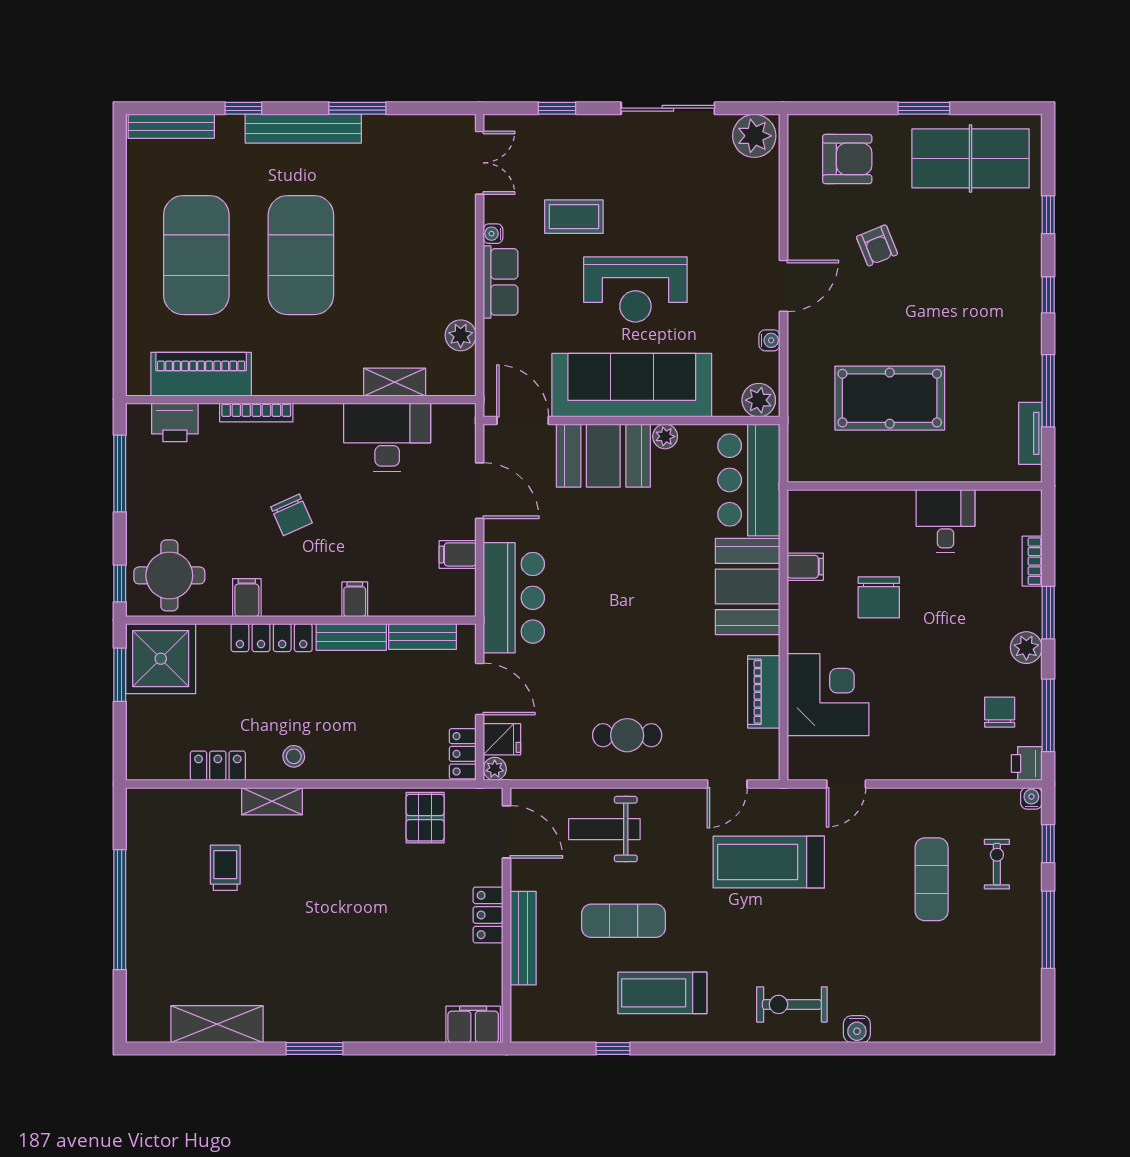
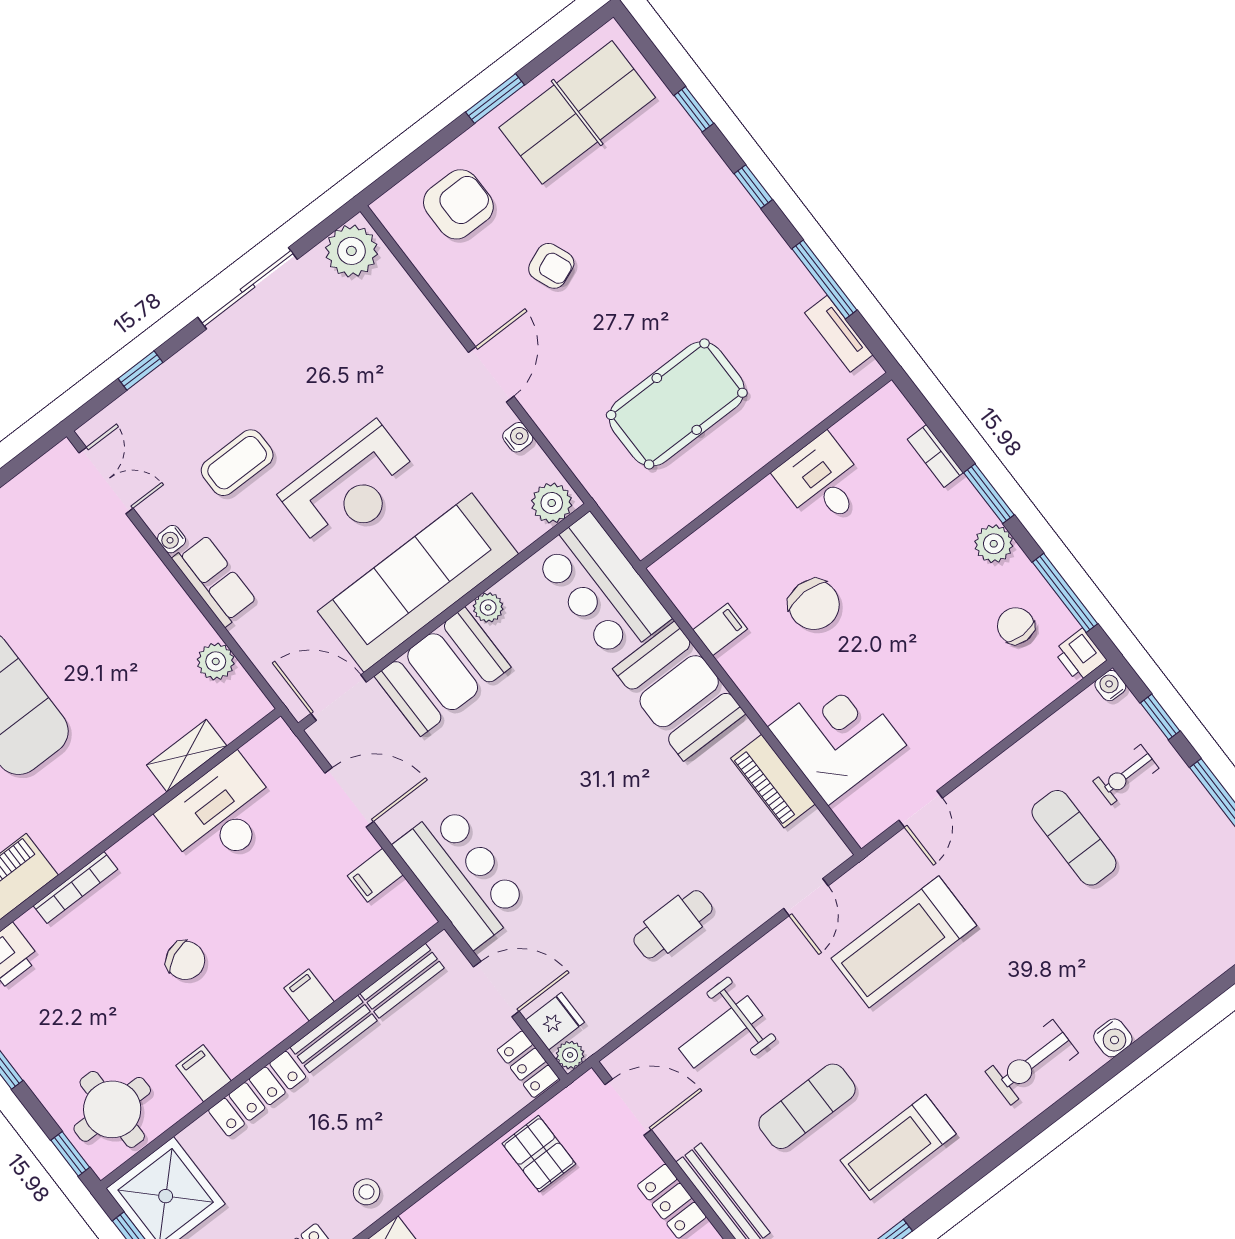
exercise bike: (997, 864) -> (1126, 775), turned -90

